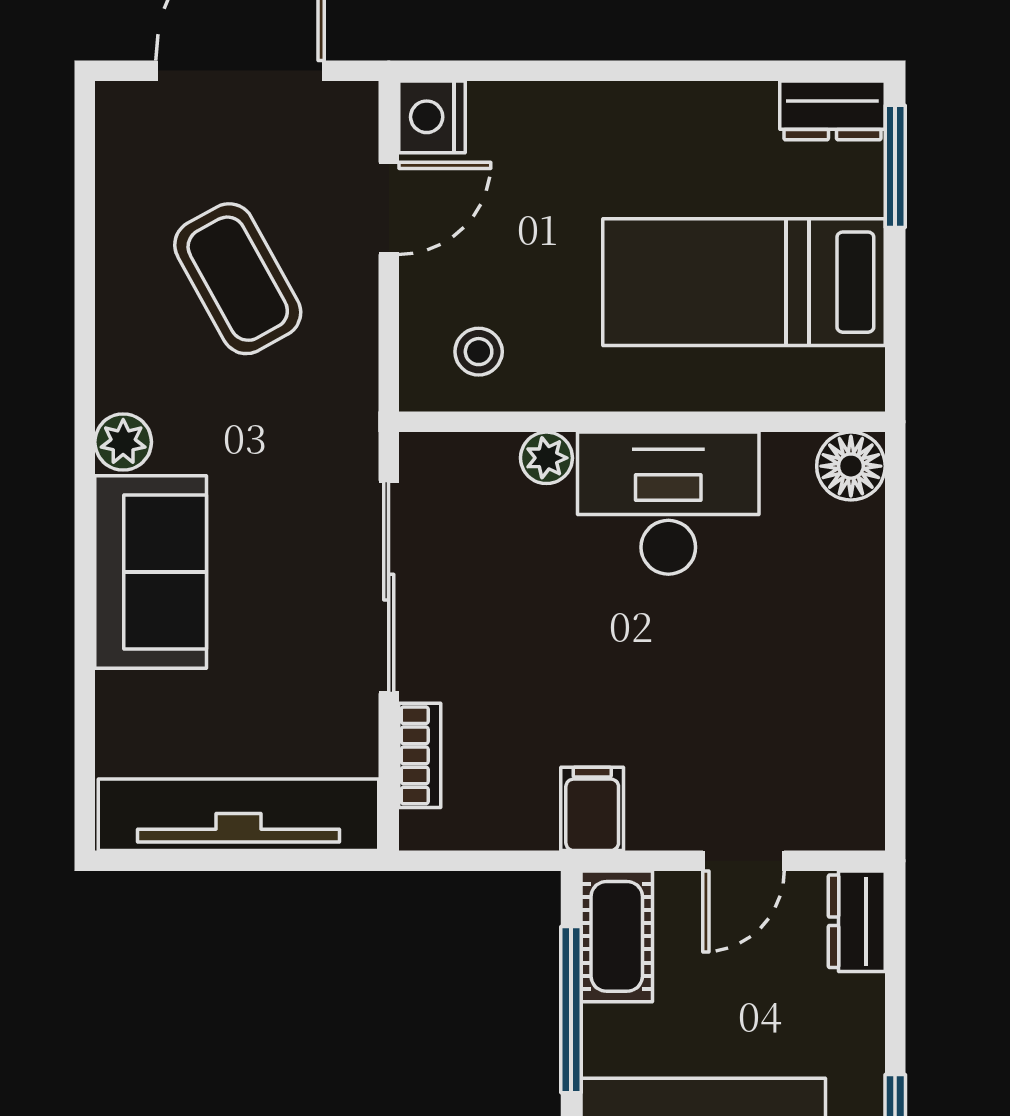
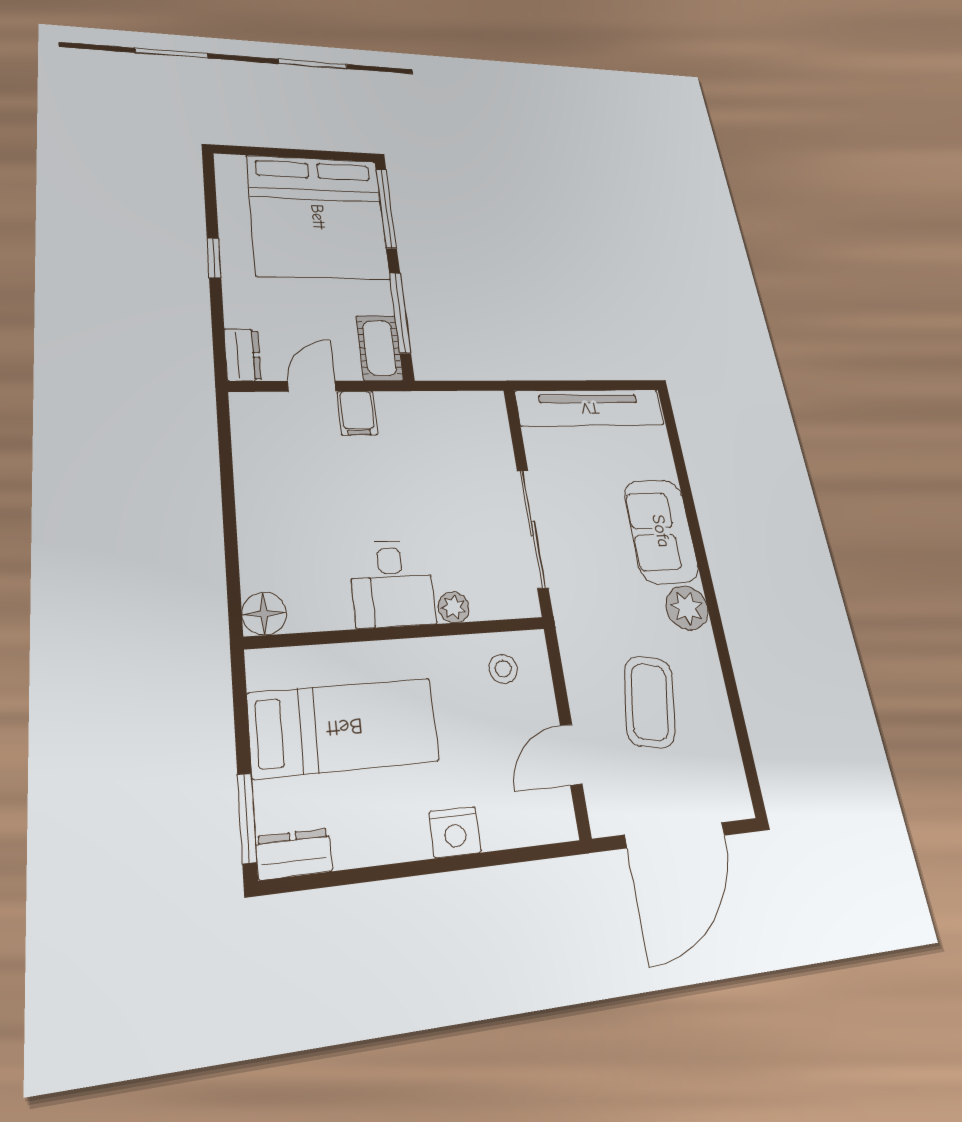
nightstand: (432, 117) -> (455, 832), moved, turned 90
coffee table: (238, 279) -> (650, 702), turned 39
plant: (123, 442) -> (687, 608), width x1.38, depth x1.38
desk: (668, 503) -> (392, 583), width x0.73
bookcase: (420, 755) -> (500, 439), removed
filing cabinet: (592, 809) -> (357, 413), moved

